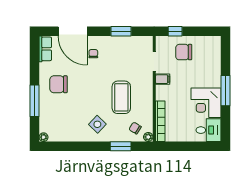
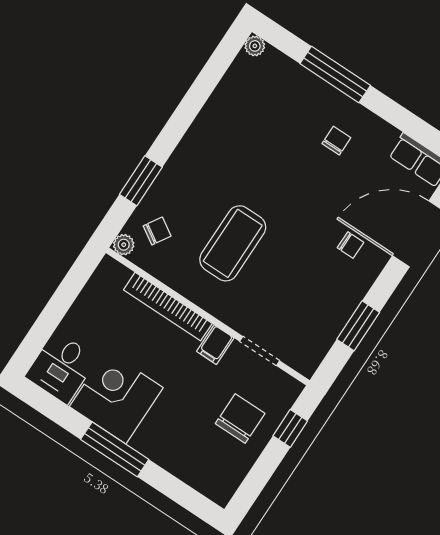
chair: (58, 84) -> (336, 141), width x0.54, depth x0.54
coffee table: (121, 97) -> (233, 243), turned 90
bookcase: (160, 121) -> (168, 307), moved
side table: (97, 124) -> (212, 164), removed

